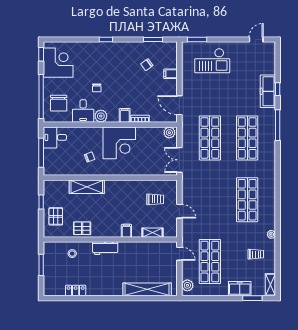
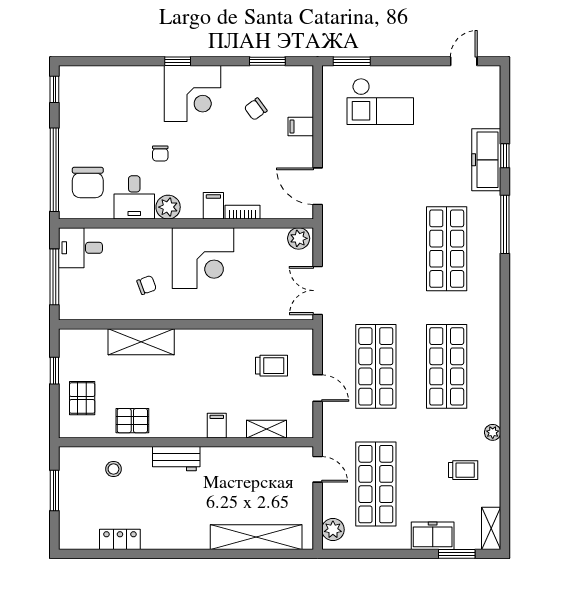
corner desk: (58, 63) -> (193, 94), moved, turned 90
shop shelf: (210, 138) -> (376, 366), moved

